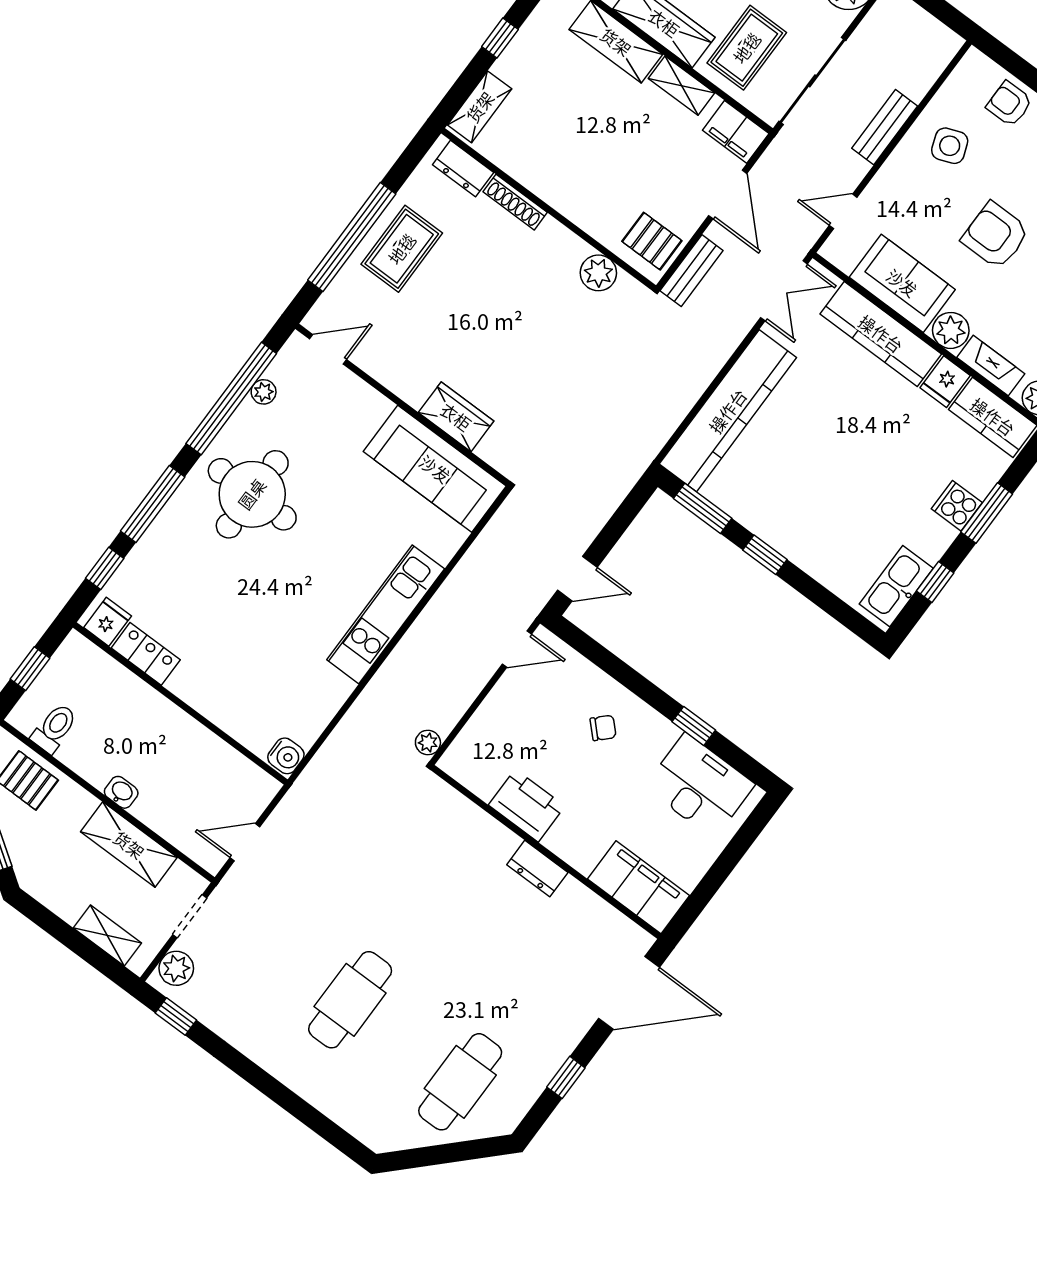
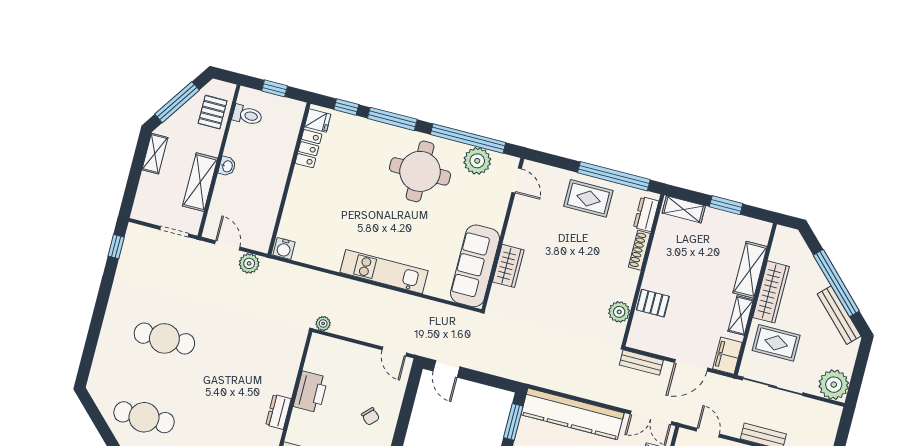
window: (500, 38) -> (726, 205), width x1.50
window: (352, 237) -> (614, 176), moved
pallet: (652, 241) -> (653, 303), moved, turned 90
plant: (264, 392) -> (477, 161), width x1.87, depth x1.87
shelving: (107, 936) -> (155, 154), moved
plant: (176, 968) -> (249, 263), moved

